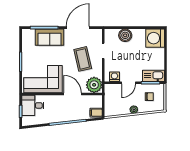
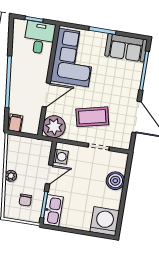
sofa: (50, 37) -> (126, 48), moved, turned -90
door: (128, 83) -> (49, 174), swing flipped

